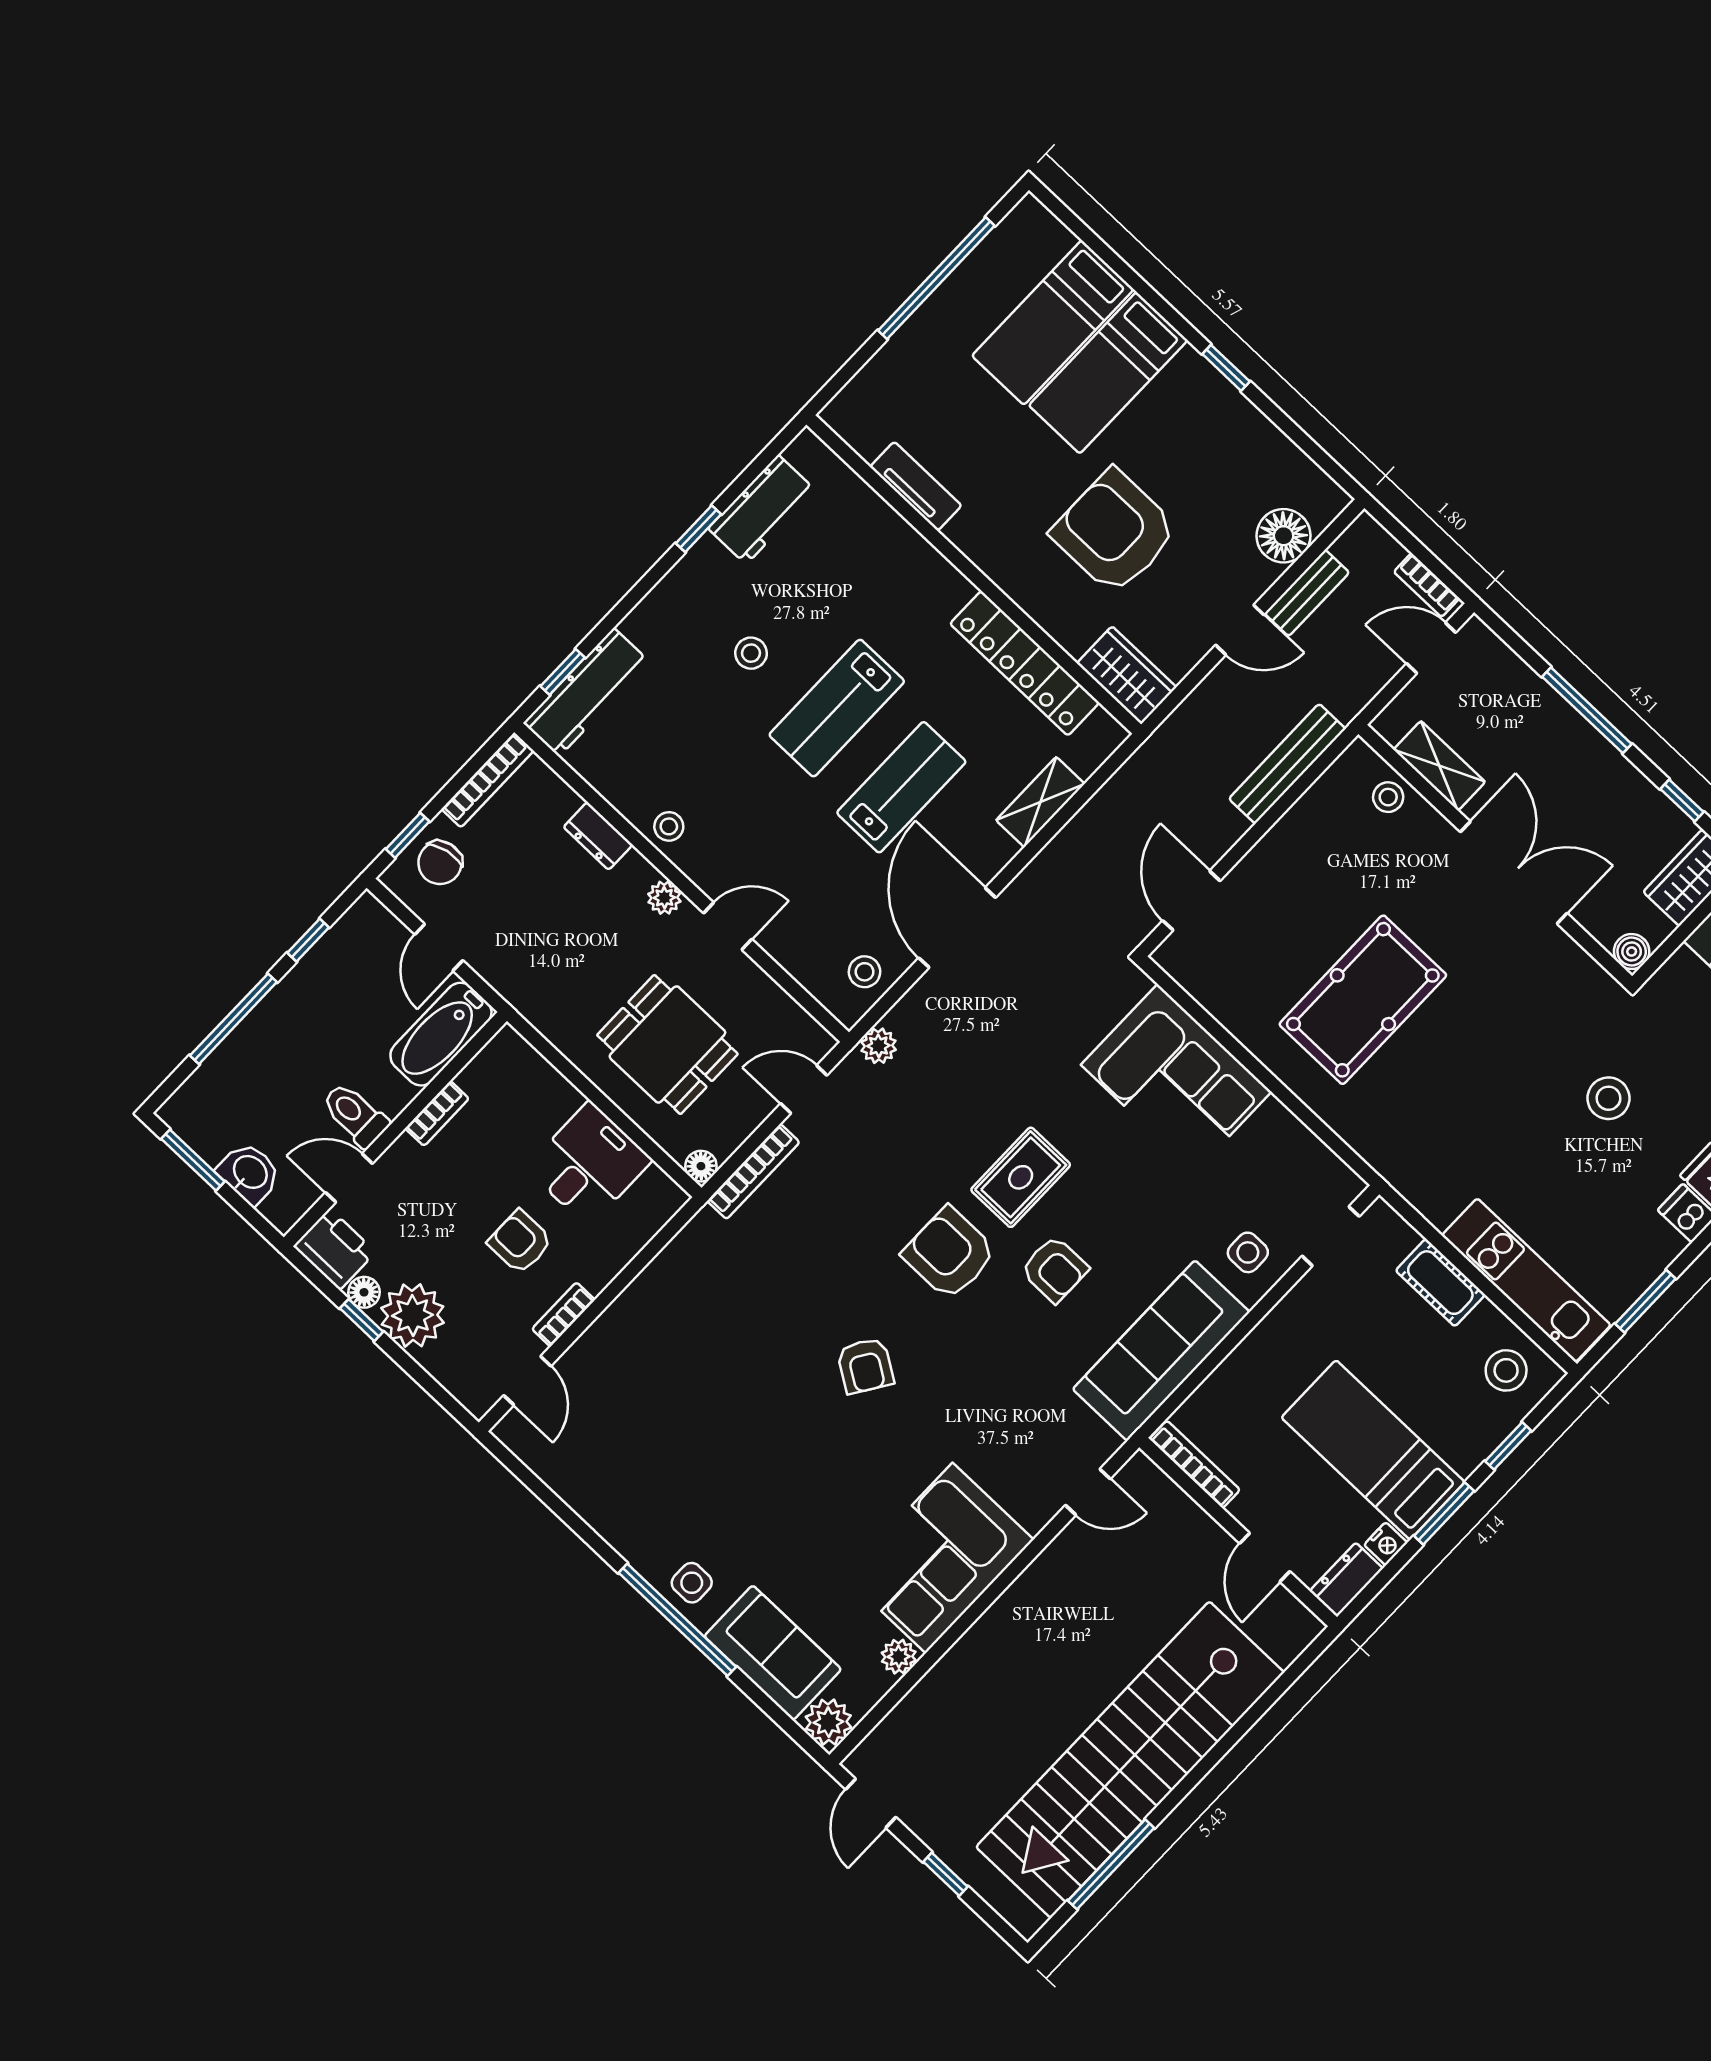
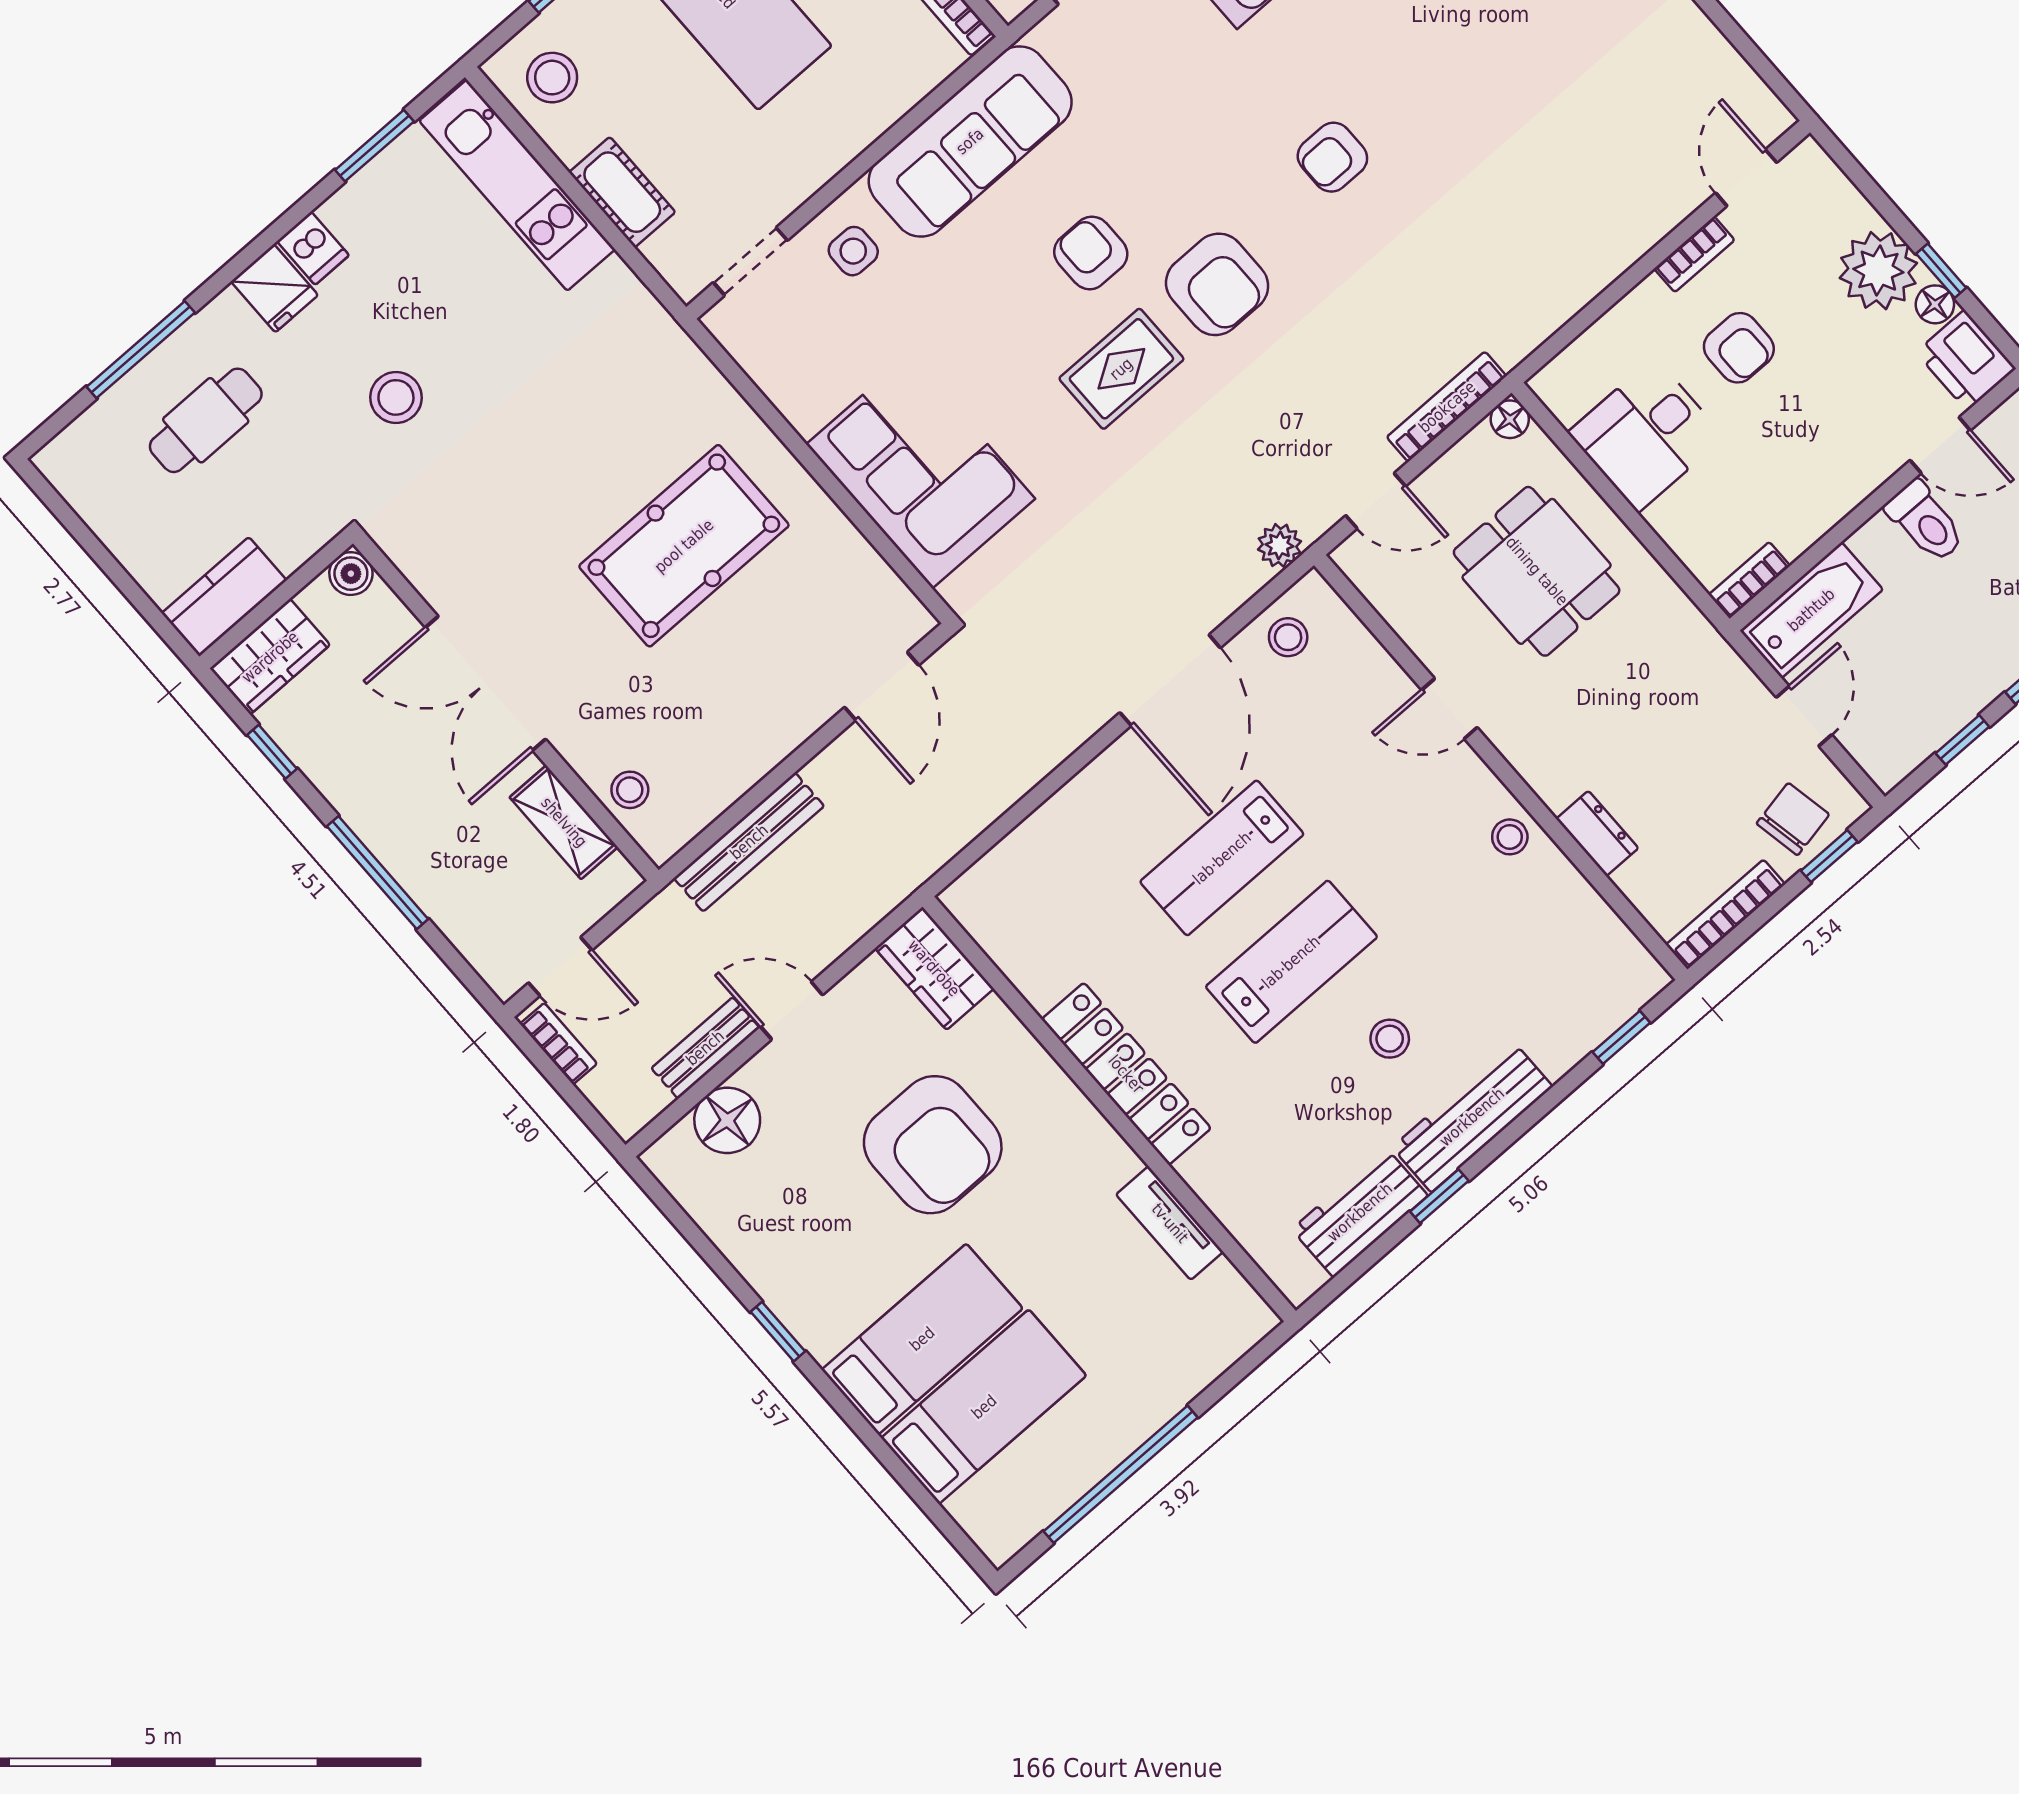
locker: (1025, 663) -> (1126, 1074), moved
workbench: (586, 692) -> (1472, 1117), moved
shelving: (1040, 802) -> (1054, 824), removed
plant: (664, 898) -> (1523, 751), removed
bookcase: (437, 1113) -> (1749, 580), moved
armchair: (865, 1366) -> (1332, 157), turned -123

